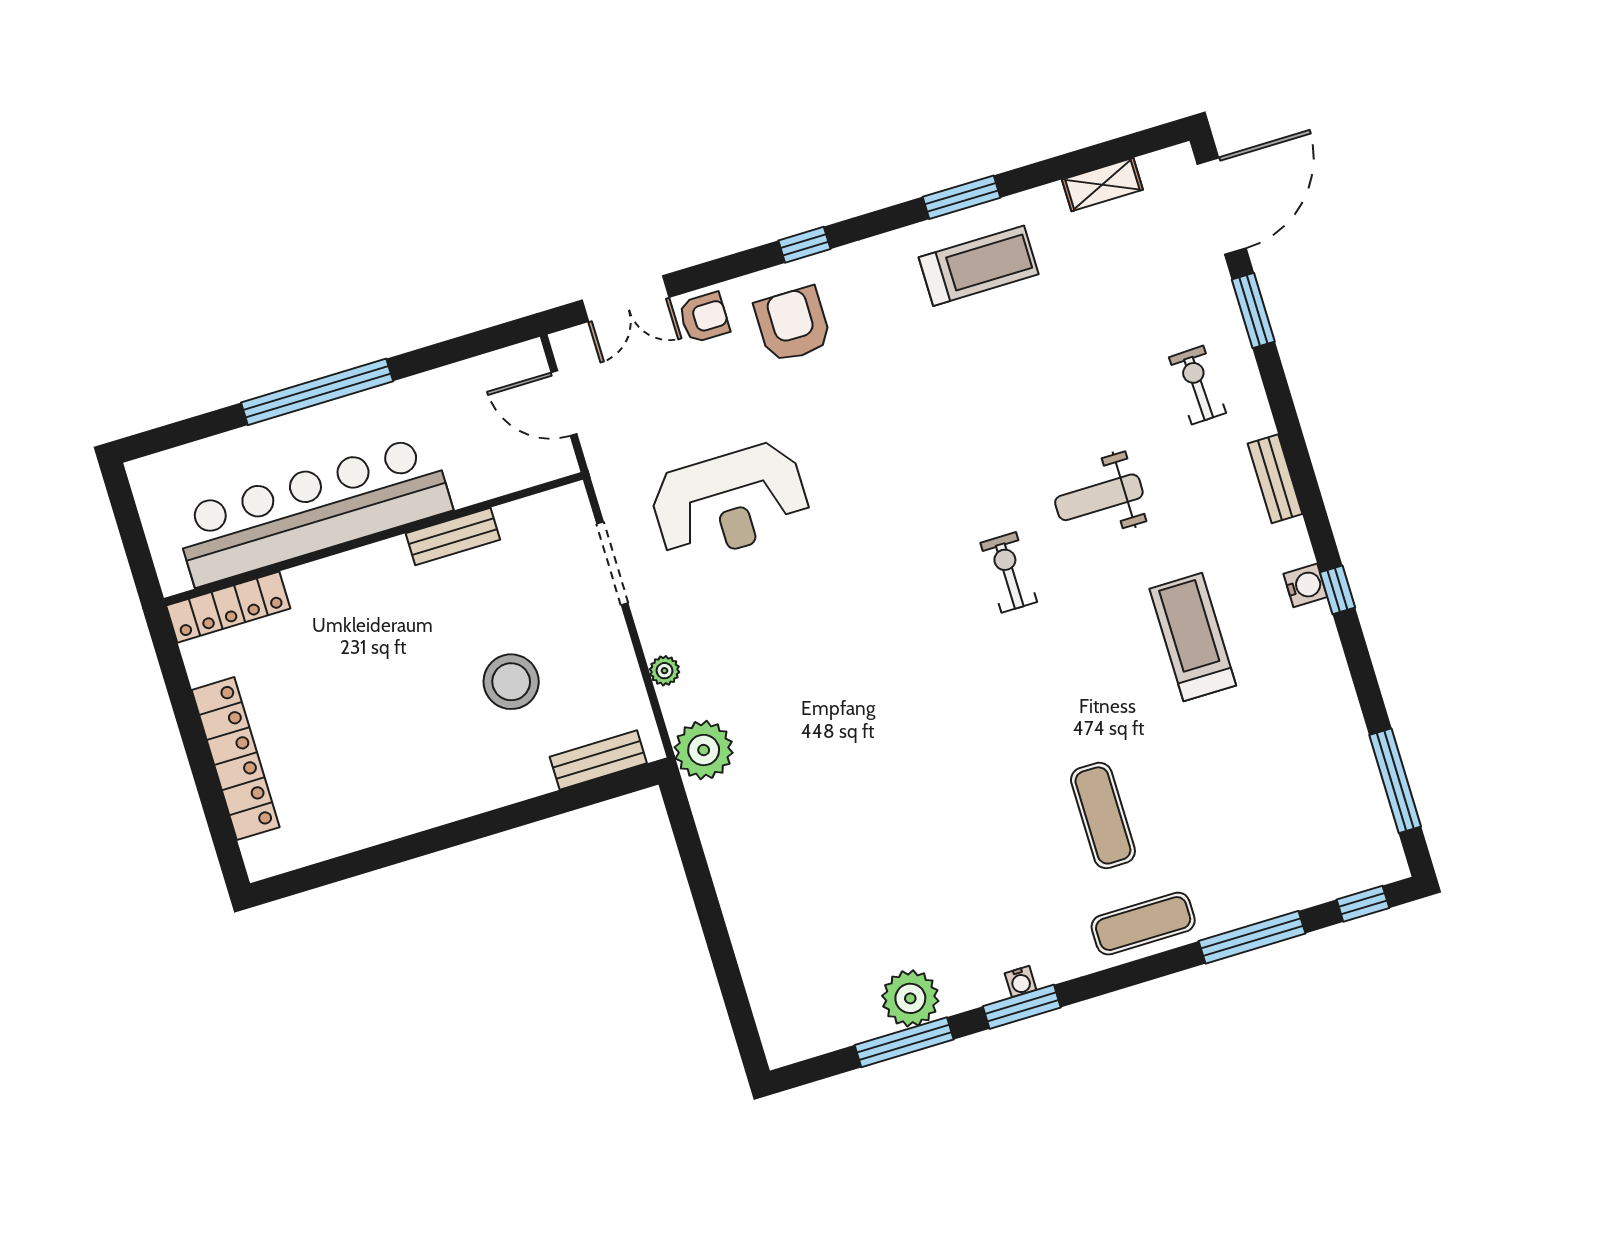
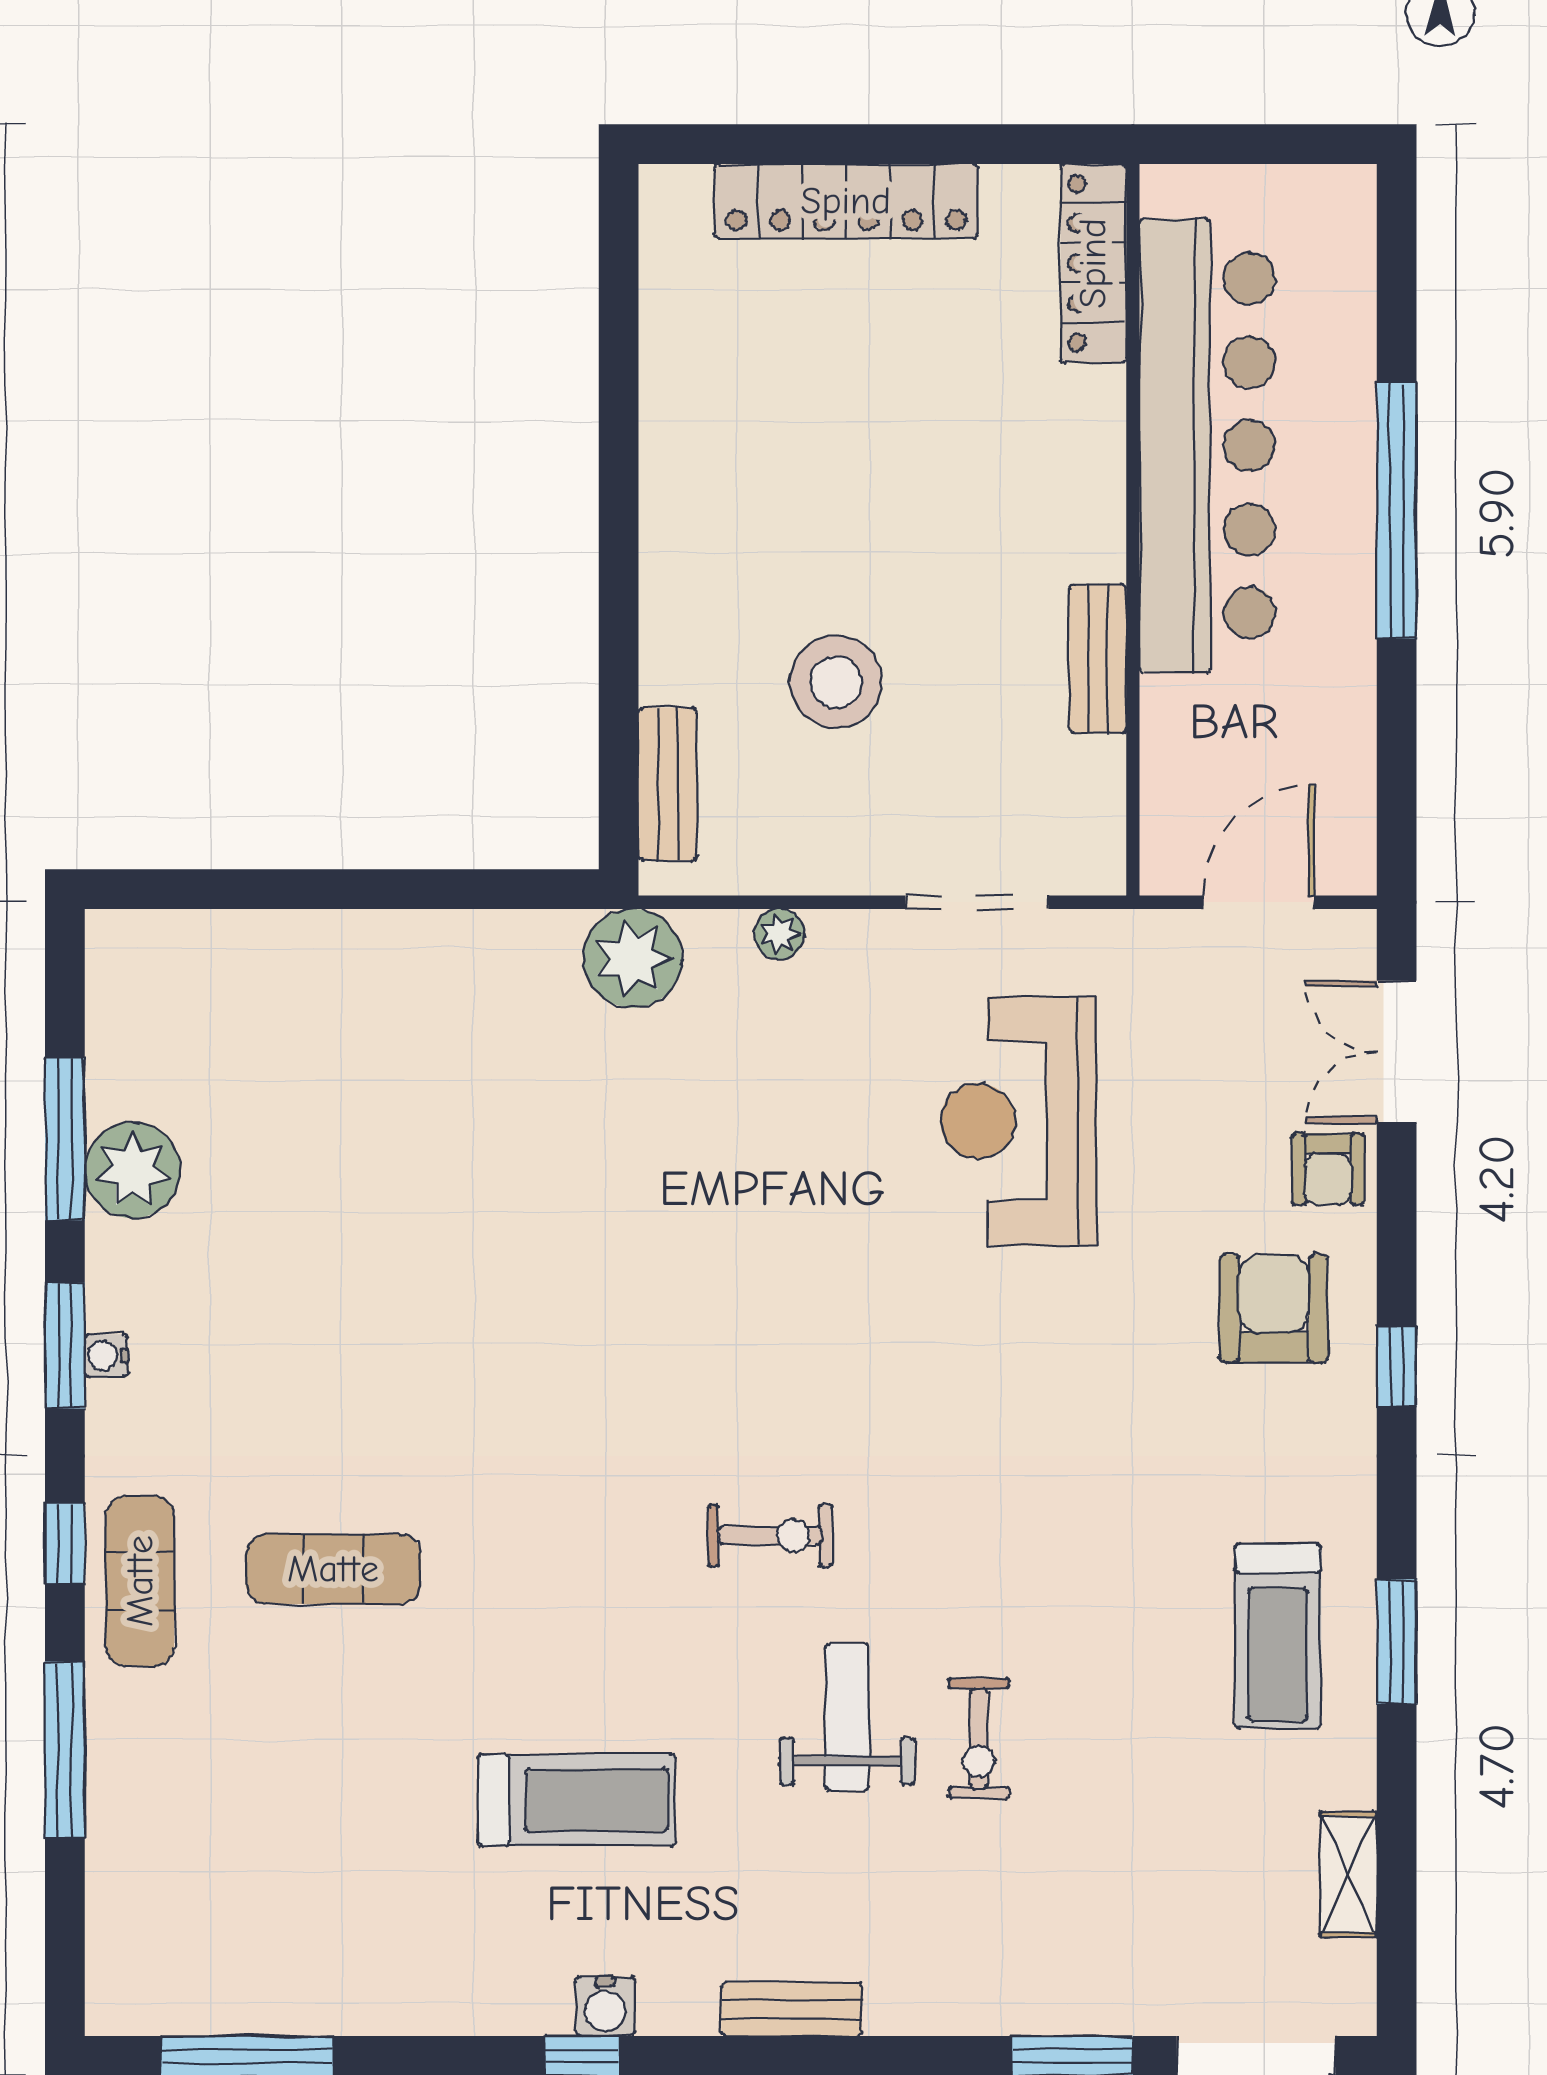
armchair: (793, 324) -> (1274, 1308), turned -90
exercise bike: (1197, 385) -> (979, 1739), moved, turned 92
window: (1363, 904) -> (65, 1543), moved

